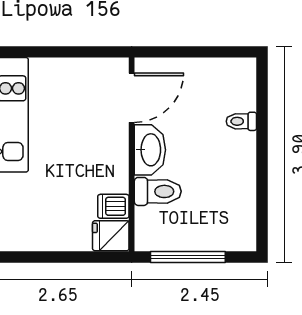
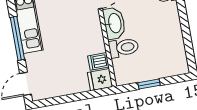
window: (188, 257) -> (149, 84), width x0.46

